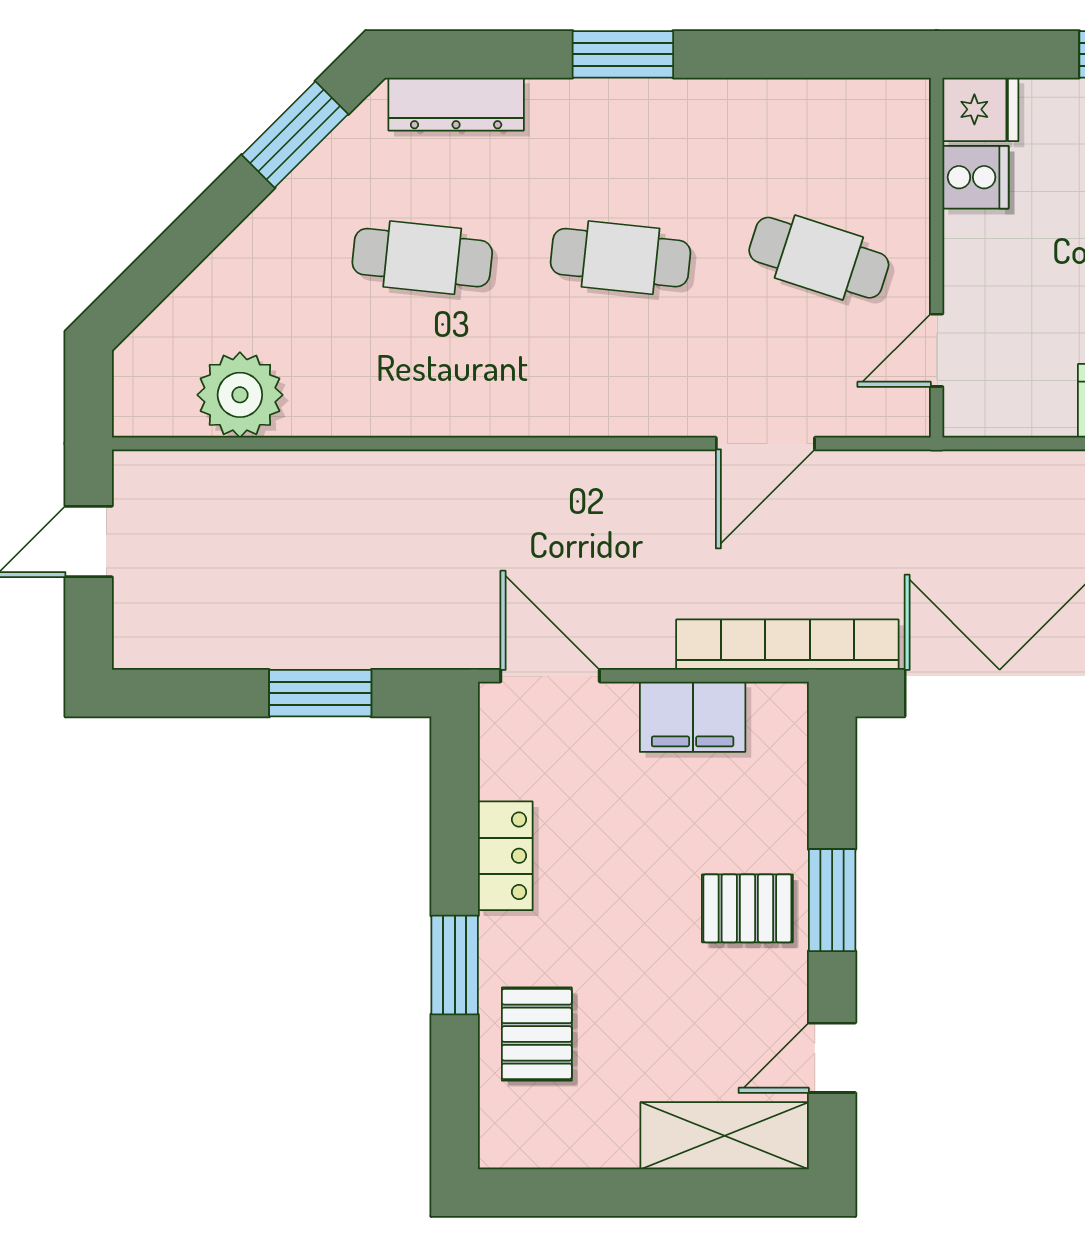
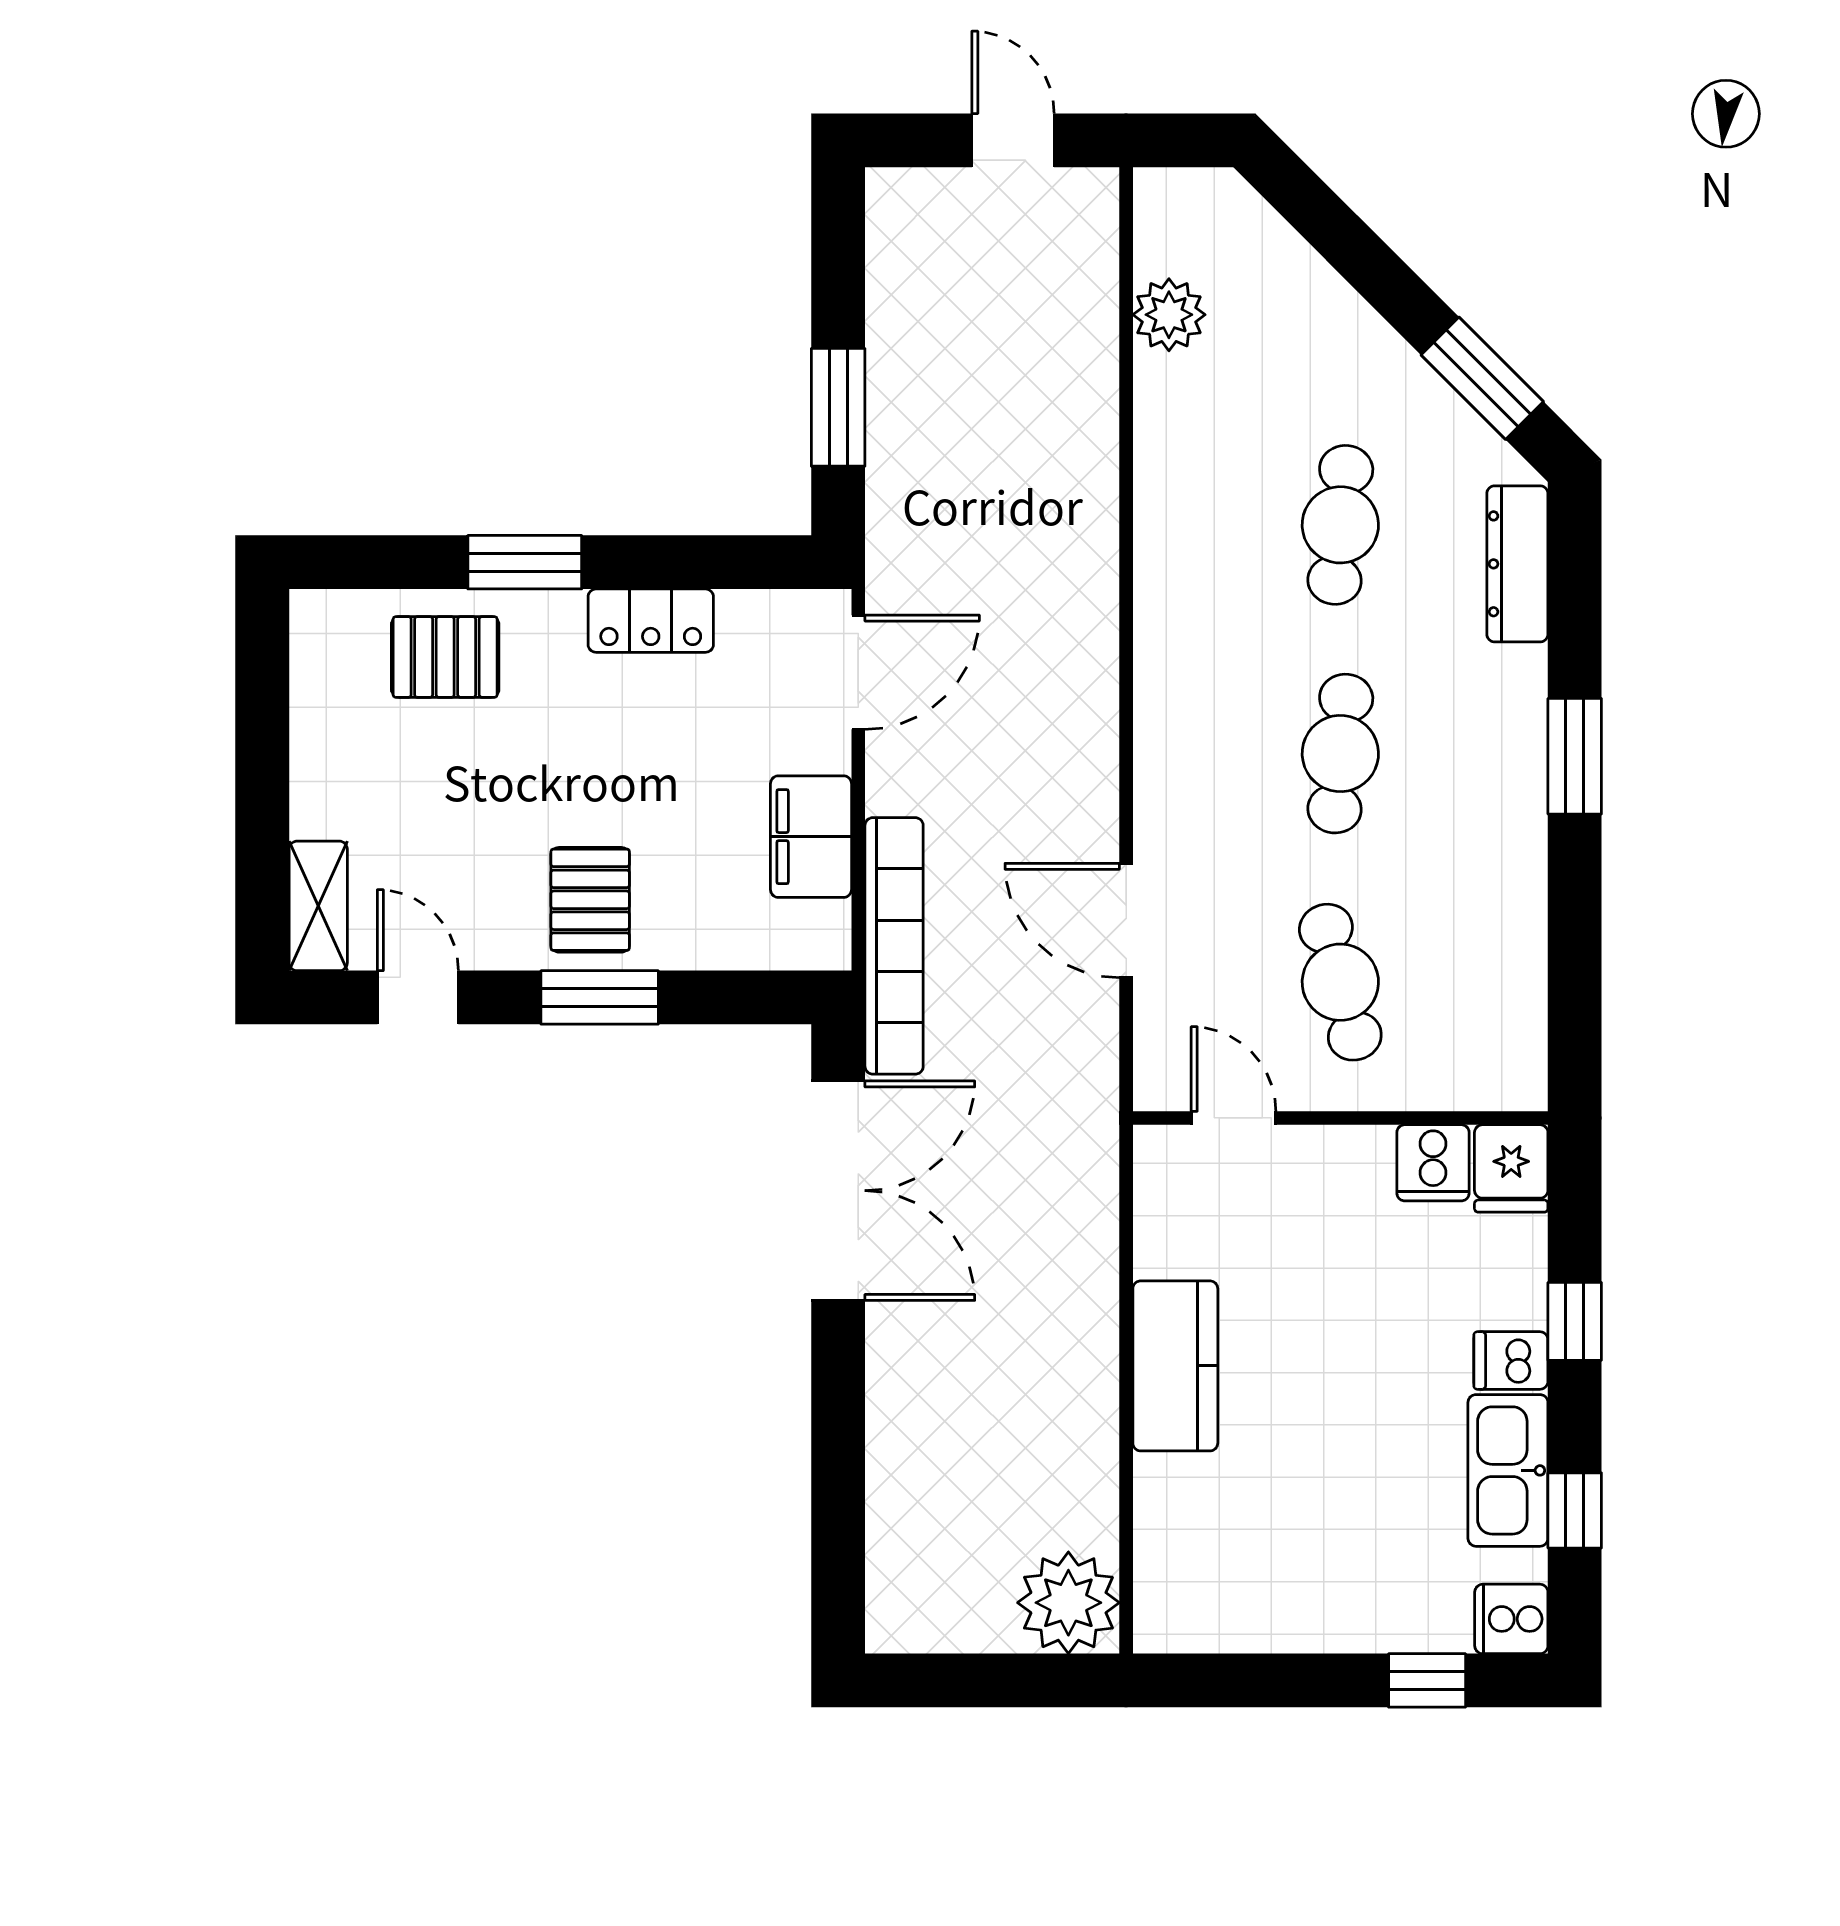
cafe table: (819, 258) -> (1340, 982), turned -33
plant: (240, 395) -> (1169, 315), width x0.73, depth x0.73
shelving: (725, 1136) -> (318, 906), width x0.67, depth x0.75

